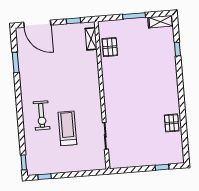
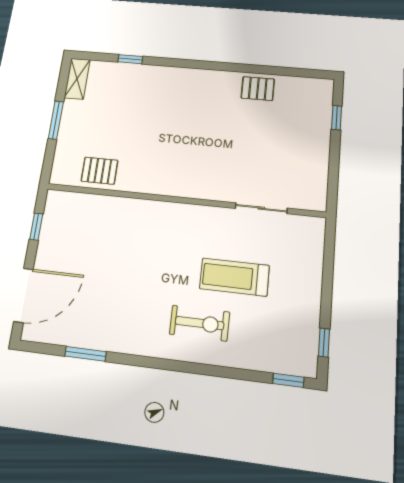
shelving: (91, 39) -> (77, 201), removed

